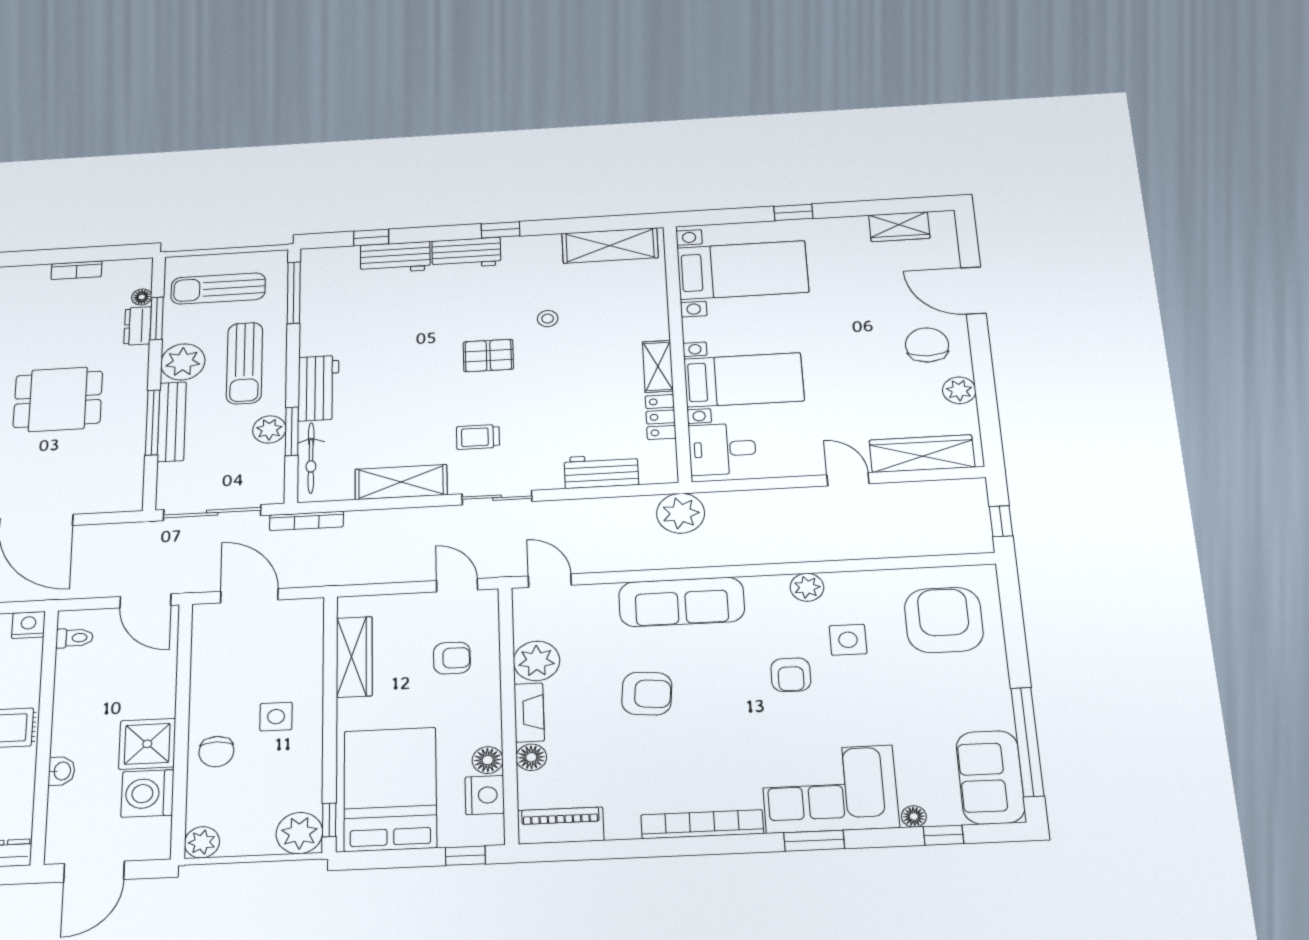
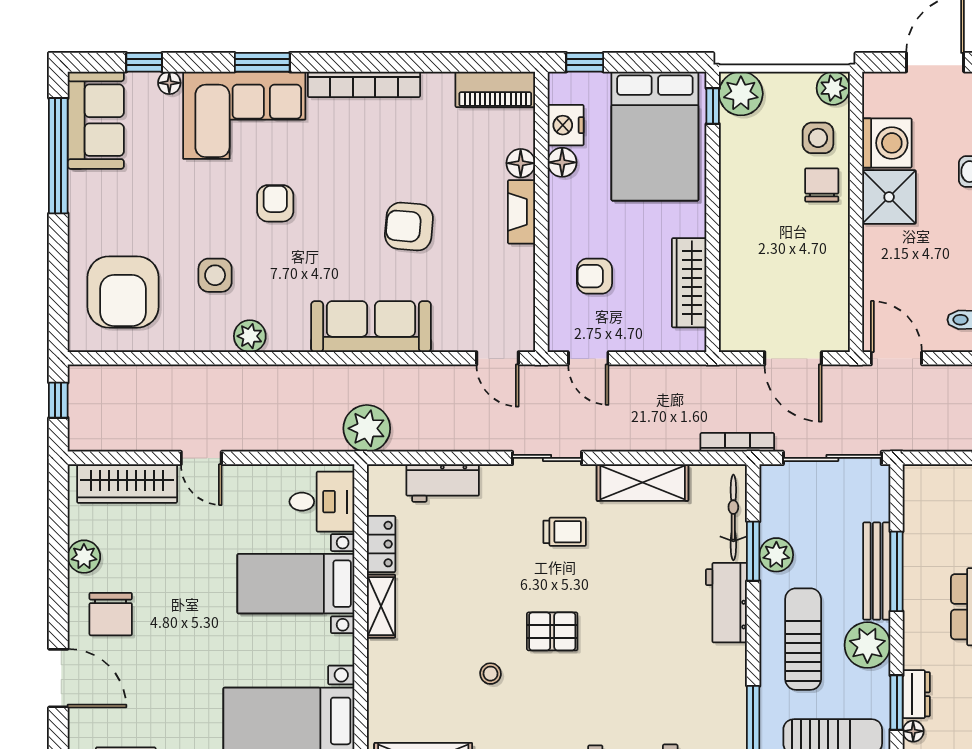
plant: (537, 661) -> (513, 268), removed
armchair: (791, 675) -> (275, 203), moved
side table: (276, 717) -> (818, 138), moved

